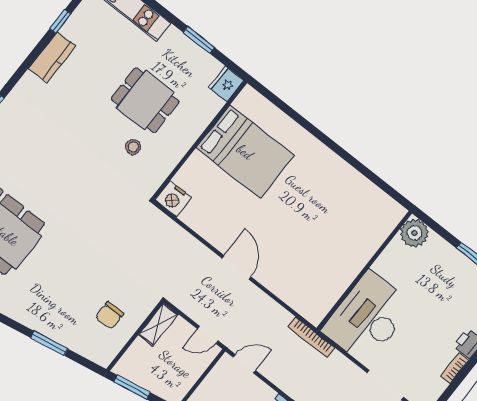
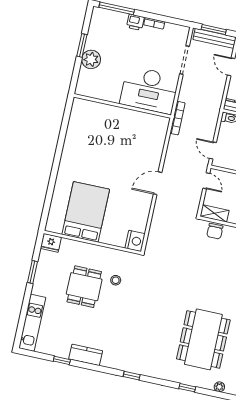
plant: (414, 233) -> (91, 59), moved
chair: (109, 316) -> (215, 231), moved, turned 90

